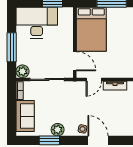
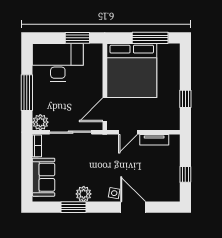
bed: (91, 29) -> (132, 71), width x1.36
door: (75, 61) -> (105, 110), swing flipped

